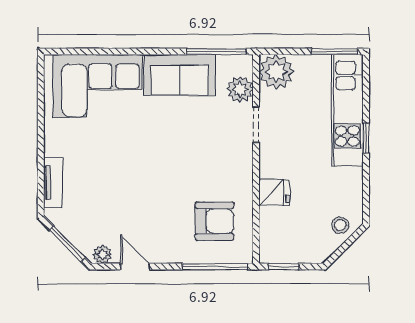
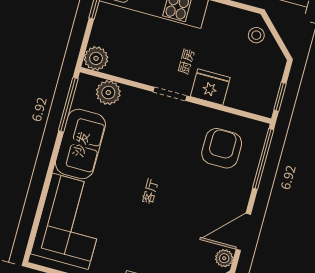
plant: (276, 72) -> (96, 58), width x0.73, depth x0.73
doorway: (256, 125) -> (170, 94), moved
fridge: (274, 192) -> (210, 87), width x1.38
door: (135, 267) -> (243, 232), width x1.38

